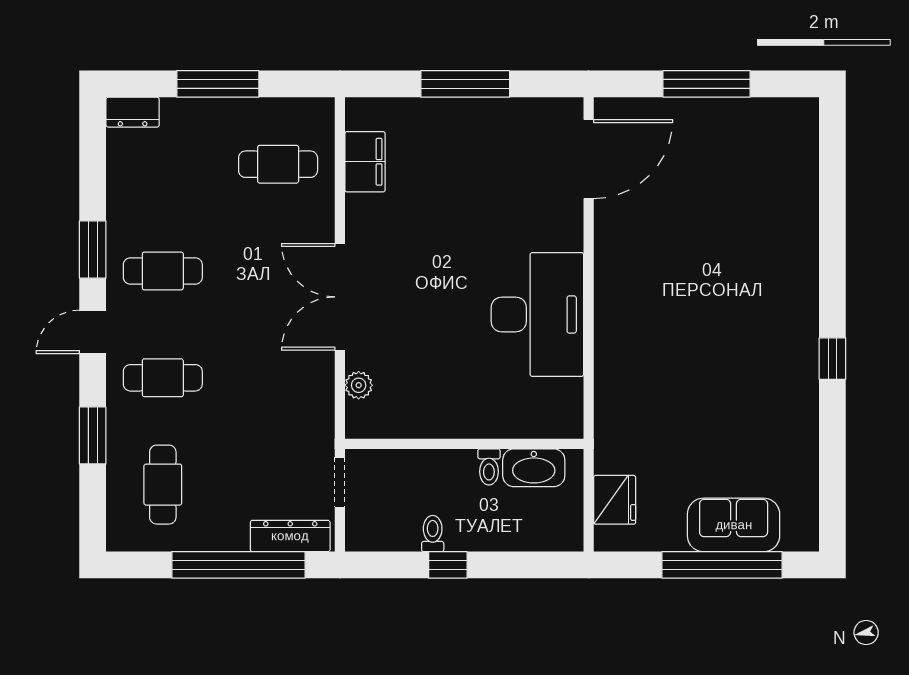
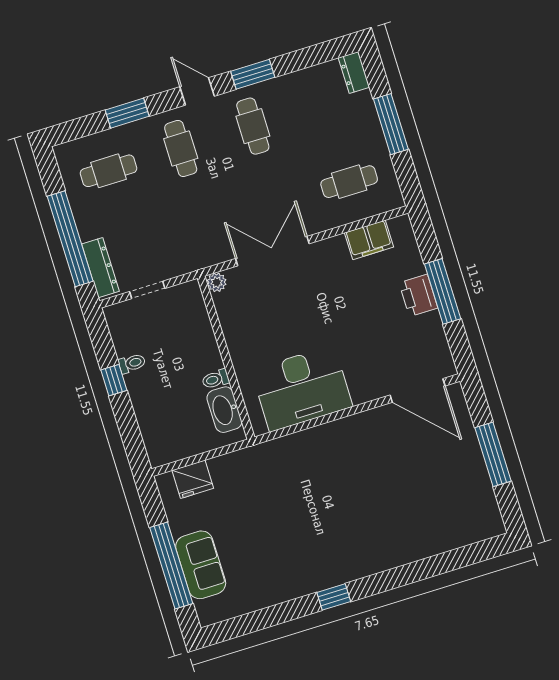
printer: (461, 118) -> (418, 295), added
cafe table: (278, 164) -> (349, 182), turned 90
wall: (464, 444) -> (226, 358), moved
toilet: (489, 467) -> (216, 379), moved
washbasin: (534, 468) -> (224, 410), moved

